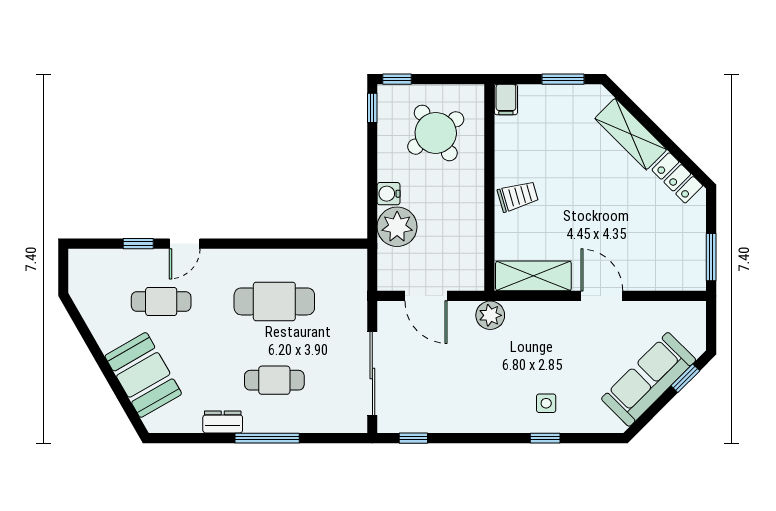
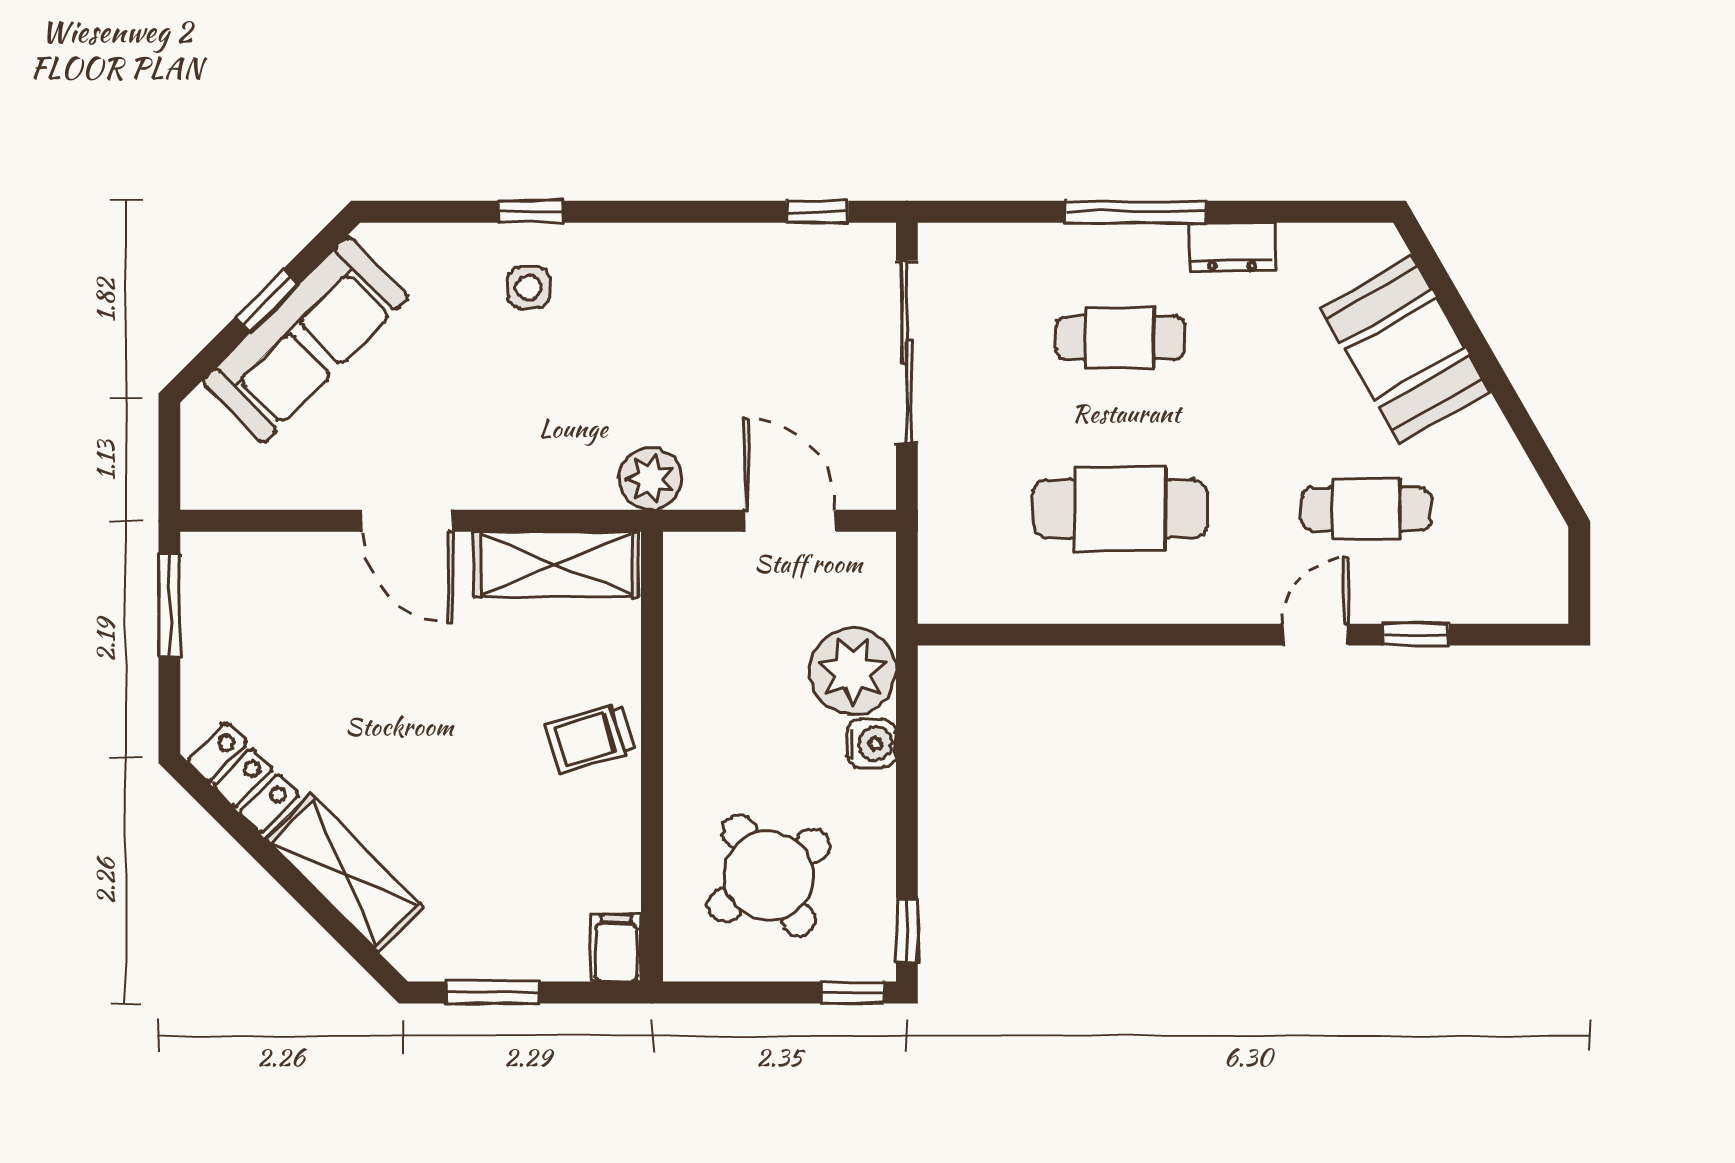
window: (685, 378) -> (267, 300), moved

